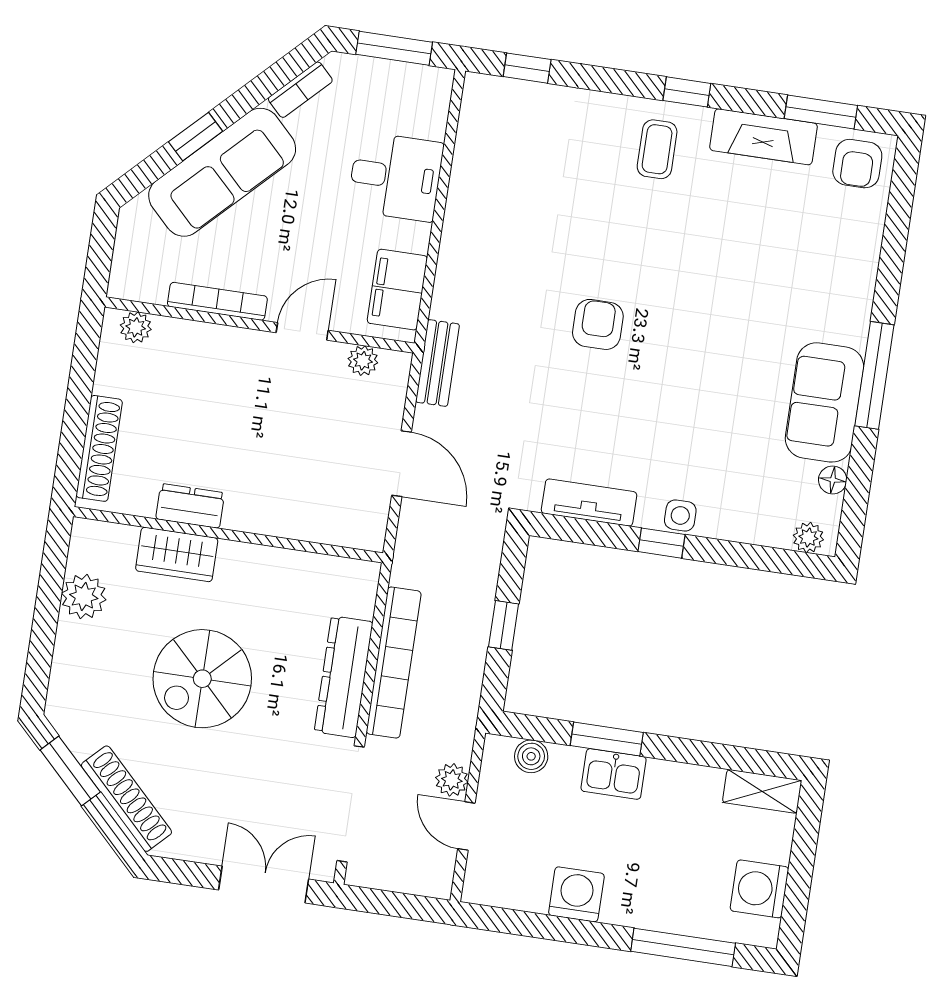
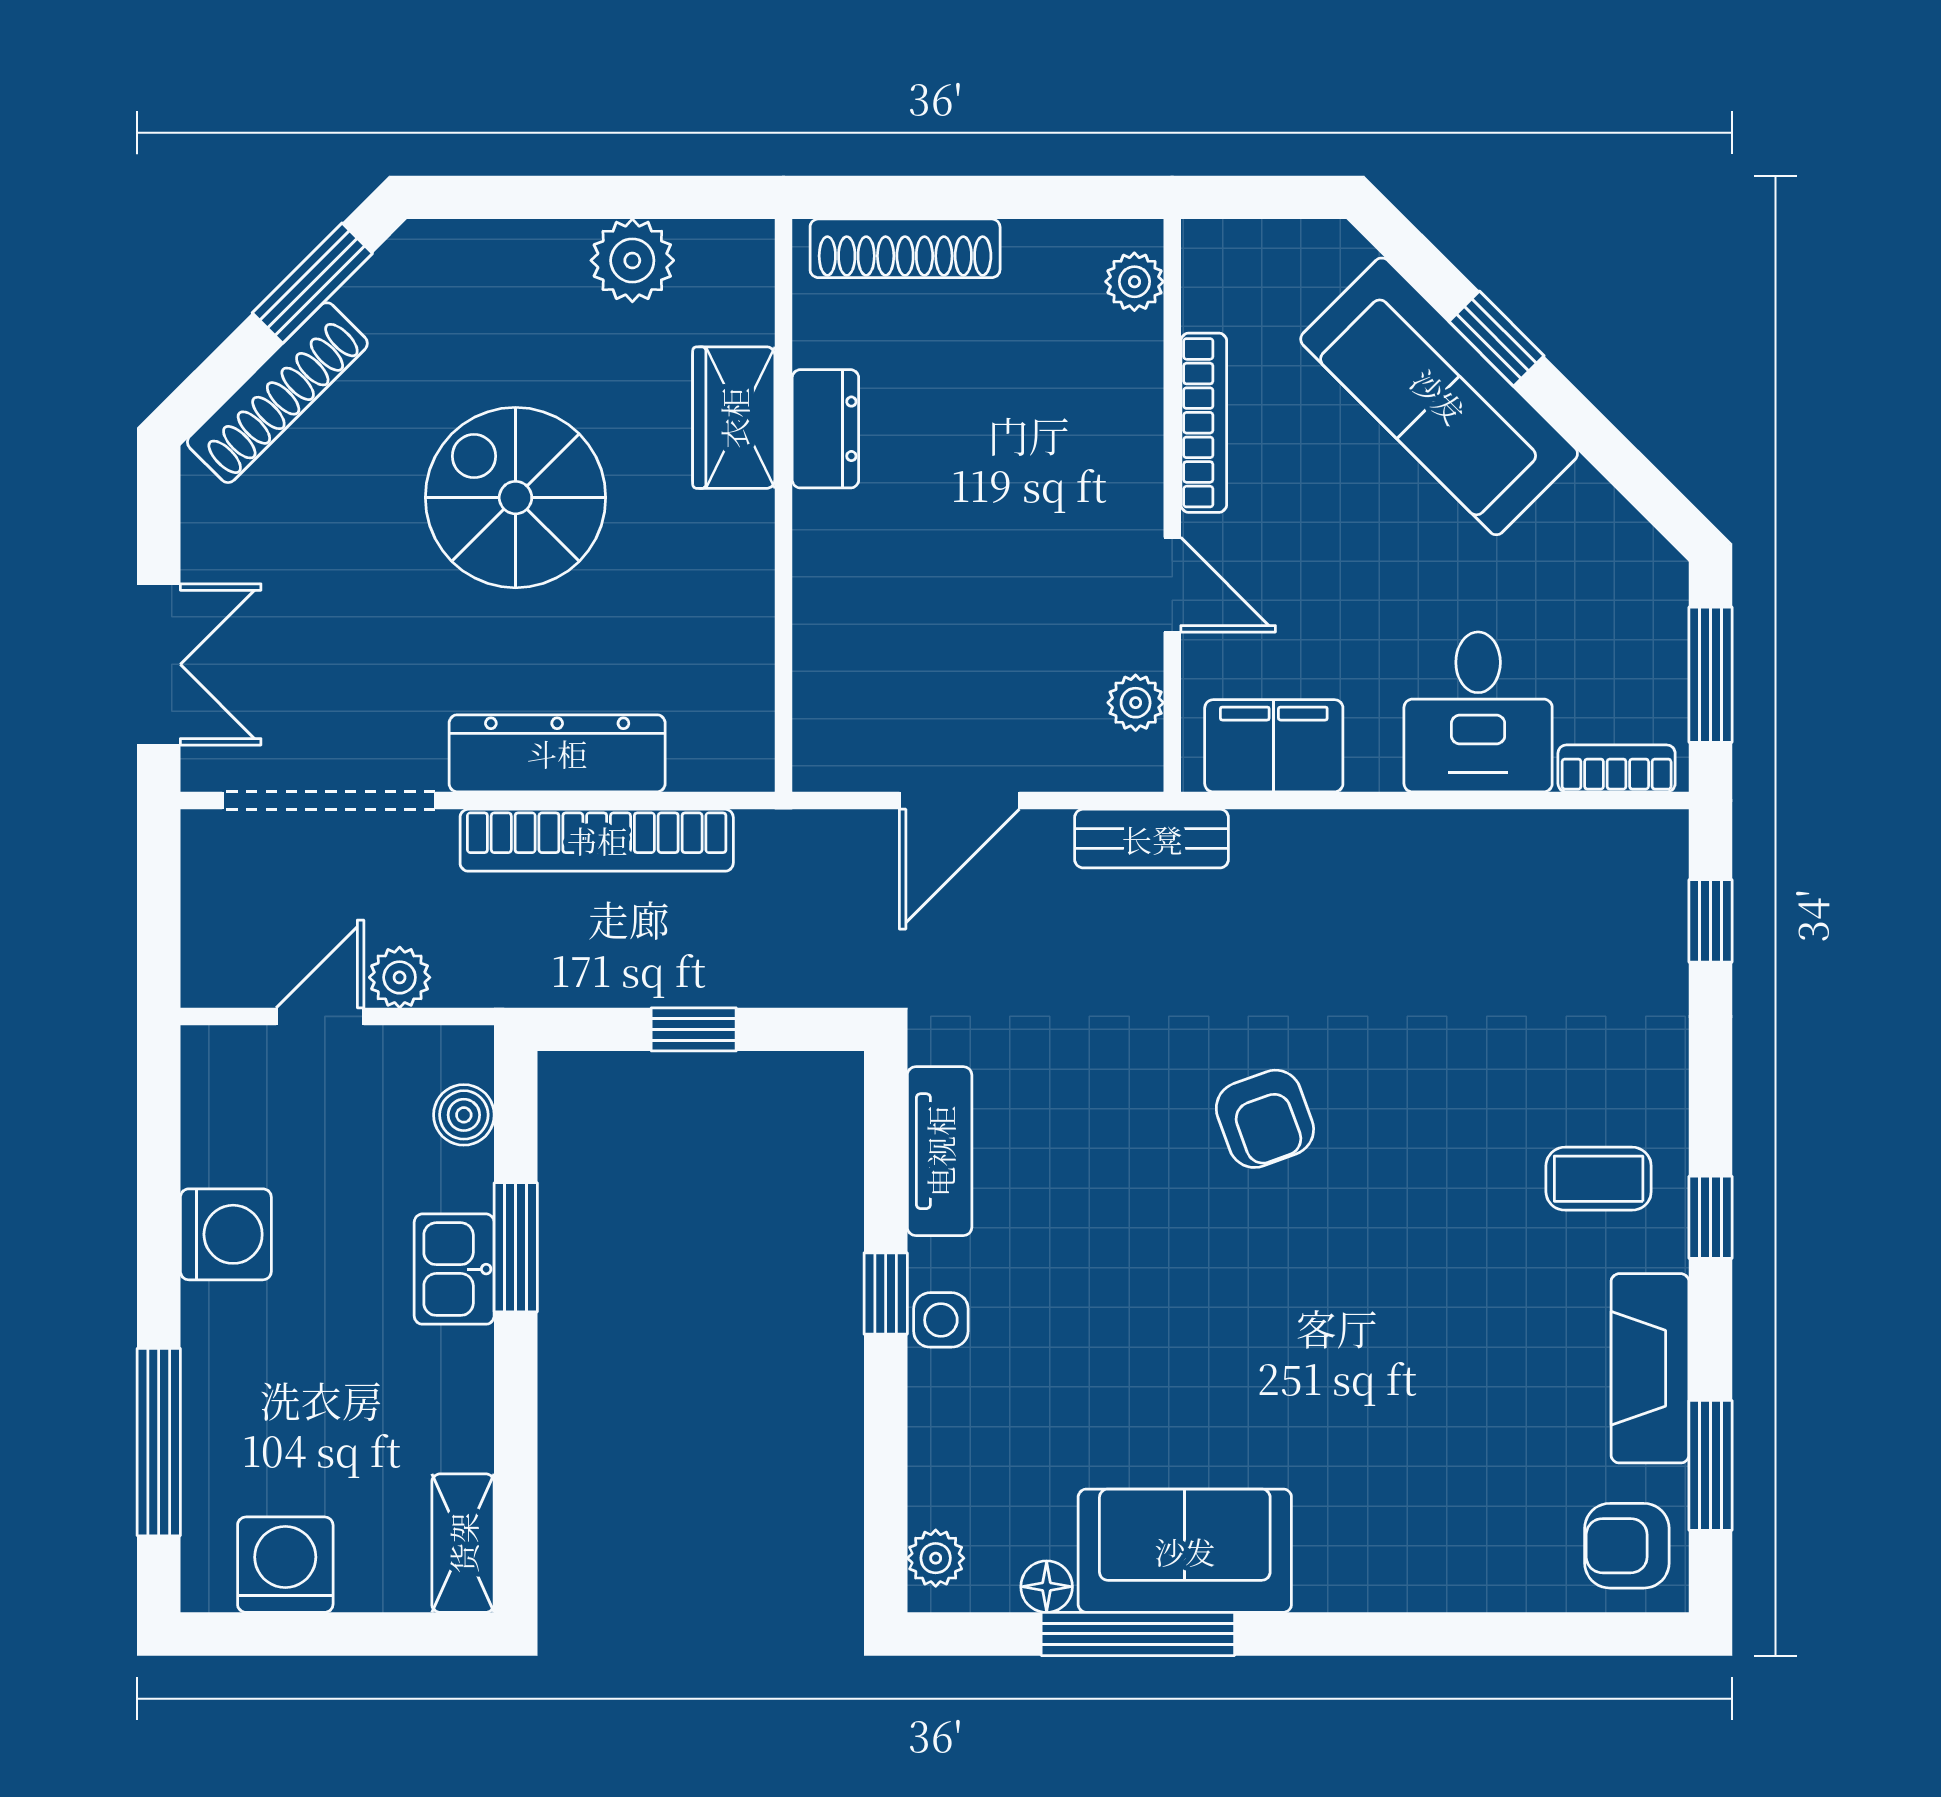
bookcase: (300, 90) -> (1617, 768), moved, turned 135
armchair: (598, 324) -> (1265, 1119), turned 70
window: (874, 375) -> (1138, 1634), moved

